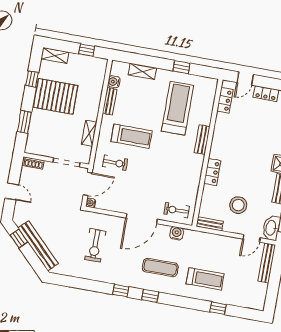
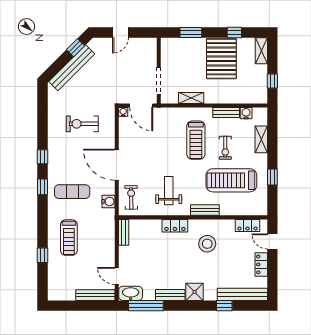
treadmill: (177, 108) -> (231, 180), turned 180
shoe rack: (34, 163) -> (152, 49), removed
exercise bike: (115, 163) -> (225, 148), moved
weight bench: (177, 172) -> (169, 191), added
stool: (238, 205) -> (207, 244), moved
exercise mat: (160, 267) -> (72, 192), turned 90

